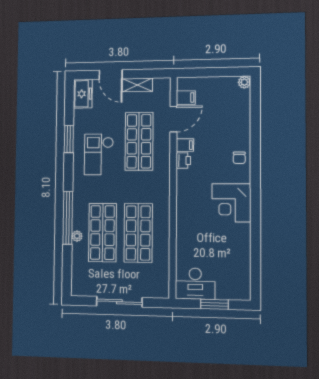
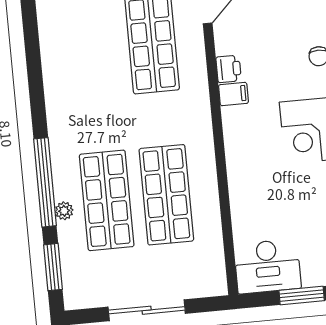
window: (69, 139) -> (53, 267), moved
filing cabinet: (185, 145) -> (233, 94), moved
checkout: (99, 154) -> (87, 71), removed

